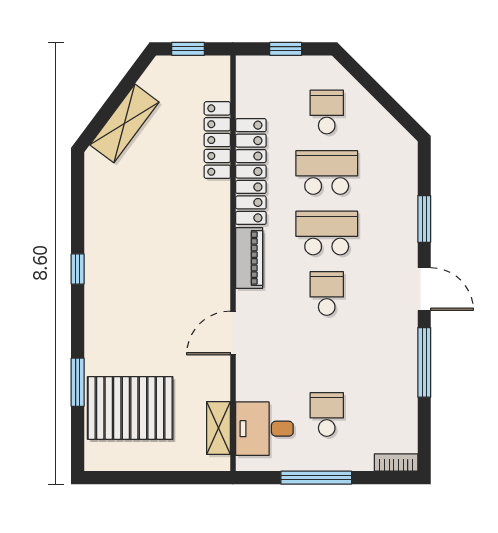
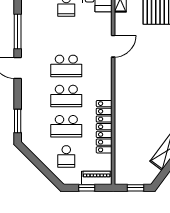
locker: (217, 140) -> (121, 142), removed
window: (424, 219) -> (18, 121), moved
piano: (249, 258) -> (97, 178), moved, turned 90
school desk: (327, 293) -> (66, 66), width x1.85

